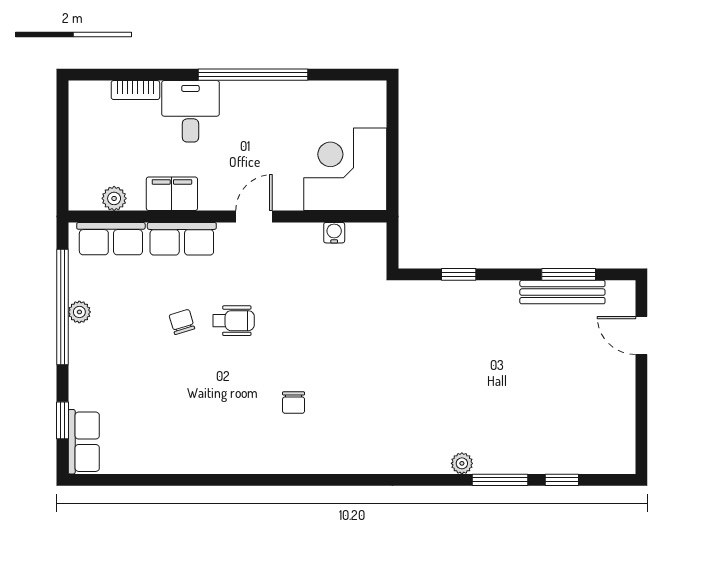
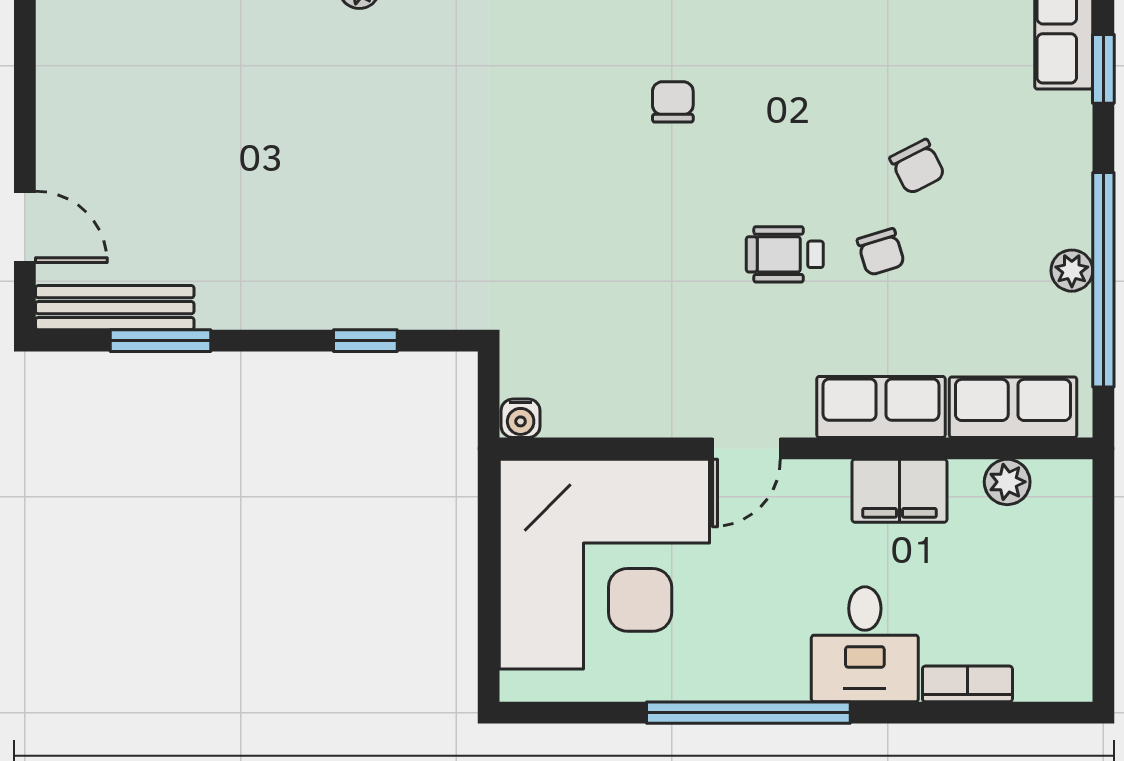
corner desk: (345, 169) -> (604, 564), width x1.36, depth x1.36
water cooler: (334, 233) -> (521, 418), moved
bench: (562, 292) -> (115, 308), moved
chair: (162, 368) -> (917, 167), added

